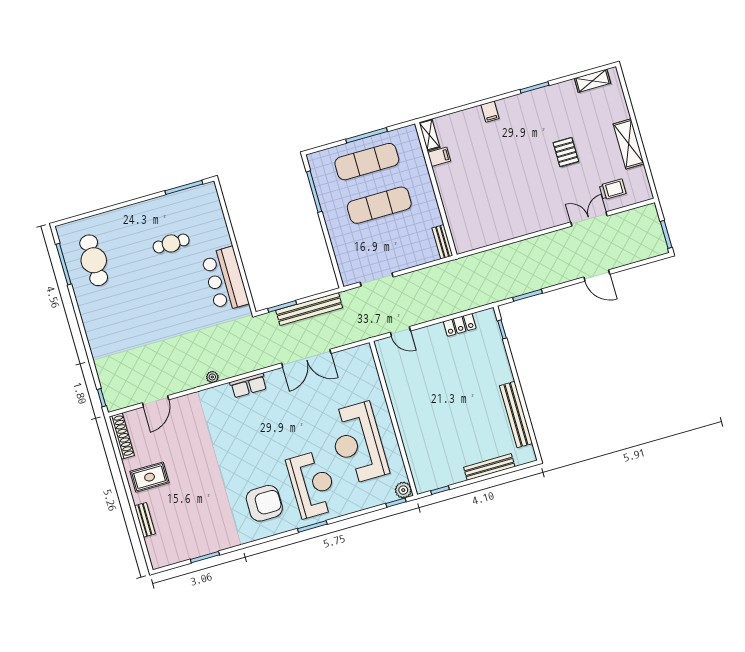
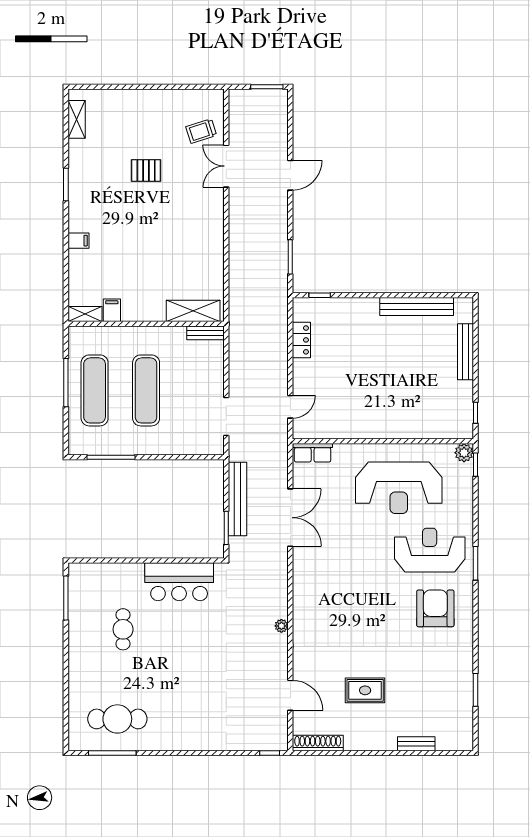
shelving: (629, 144) -> (193, 311), moved
trolley: (613, 189) -> (201, 131), turned -108
row of seats: (248, 385) -> (313, 453), moved, turned 90
rug: (150, 477) -> (365, 690), moved, turned 90

